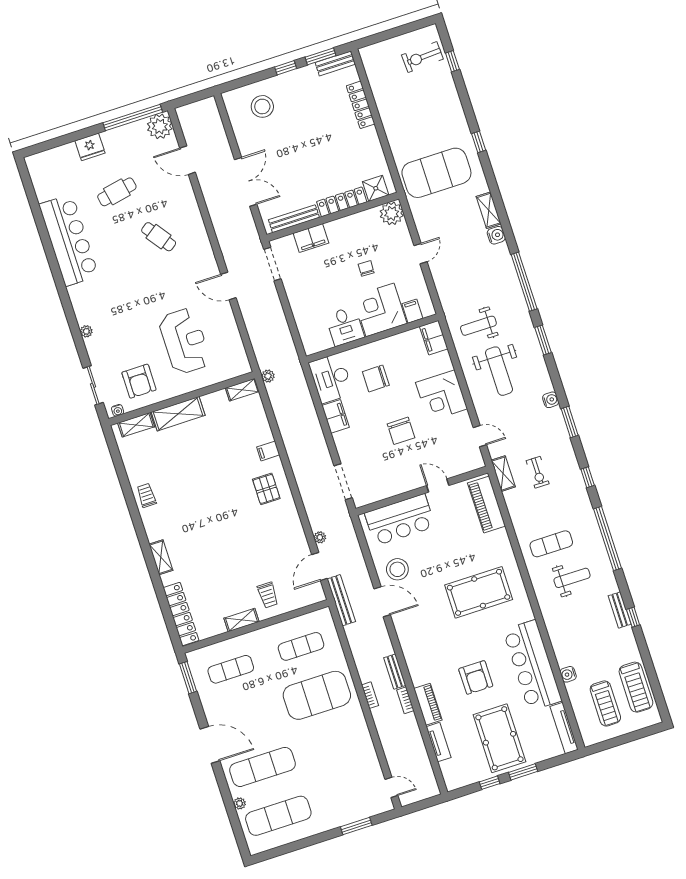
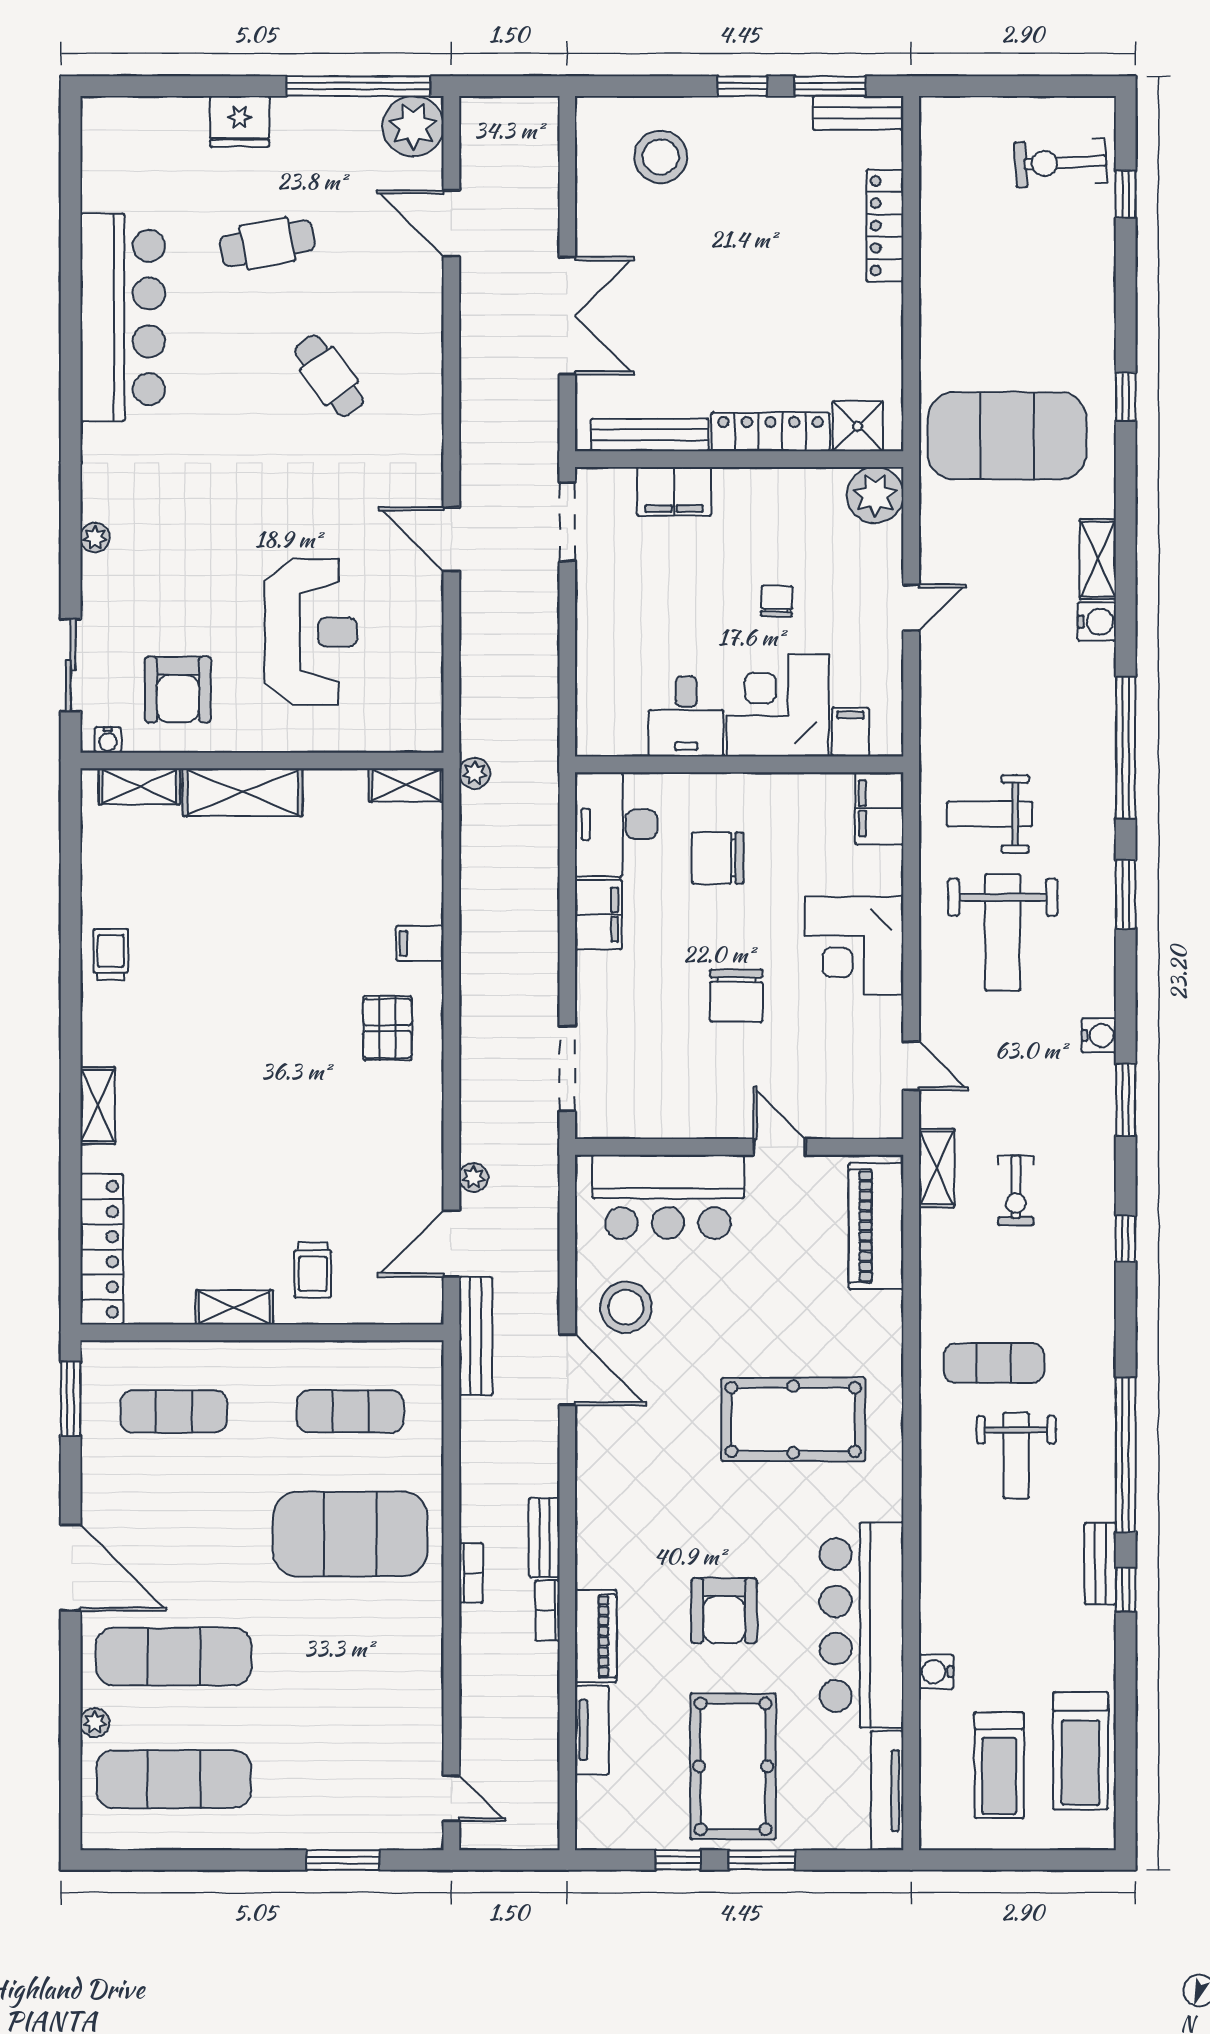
window: (608, 539) -> (1126, 1455), moved
weight bench: (572, 578) -> (1016, 1456), turned 90

